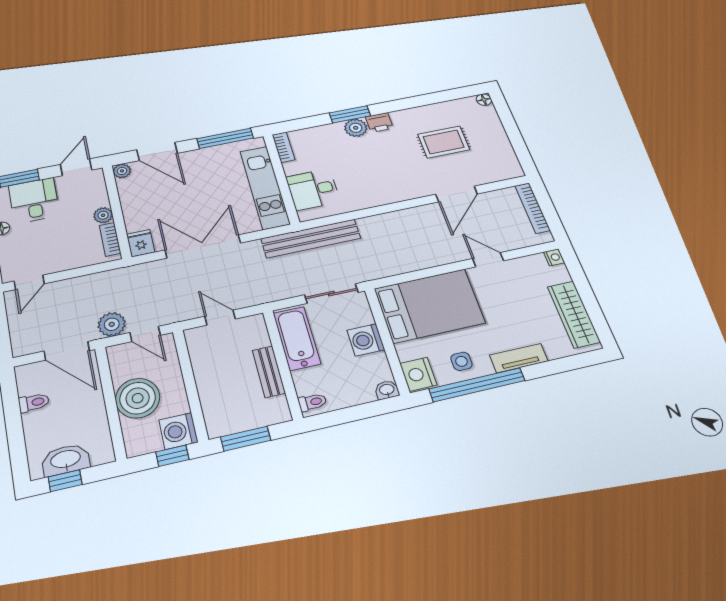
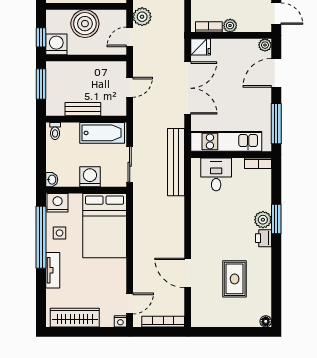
door: (488, 260) -> (130, 304), moved

